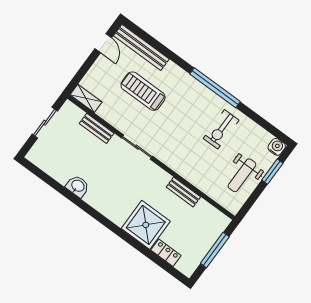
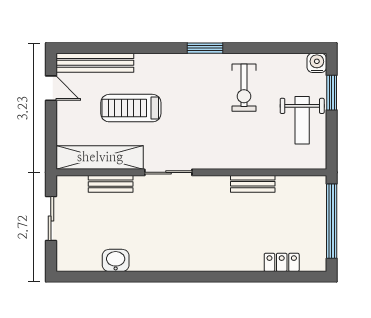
window: (215, 88) -> (205, 48), width x0.47
shelving: (86, 98) -> (100, 157), width x2.20, depth x1.33
washbasin: (78, 186) -> (116, 260), moved
shower: (146, 225) -> (238, 248), removed
window: (215, 250) -> (332, 221), width x1.46

